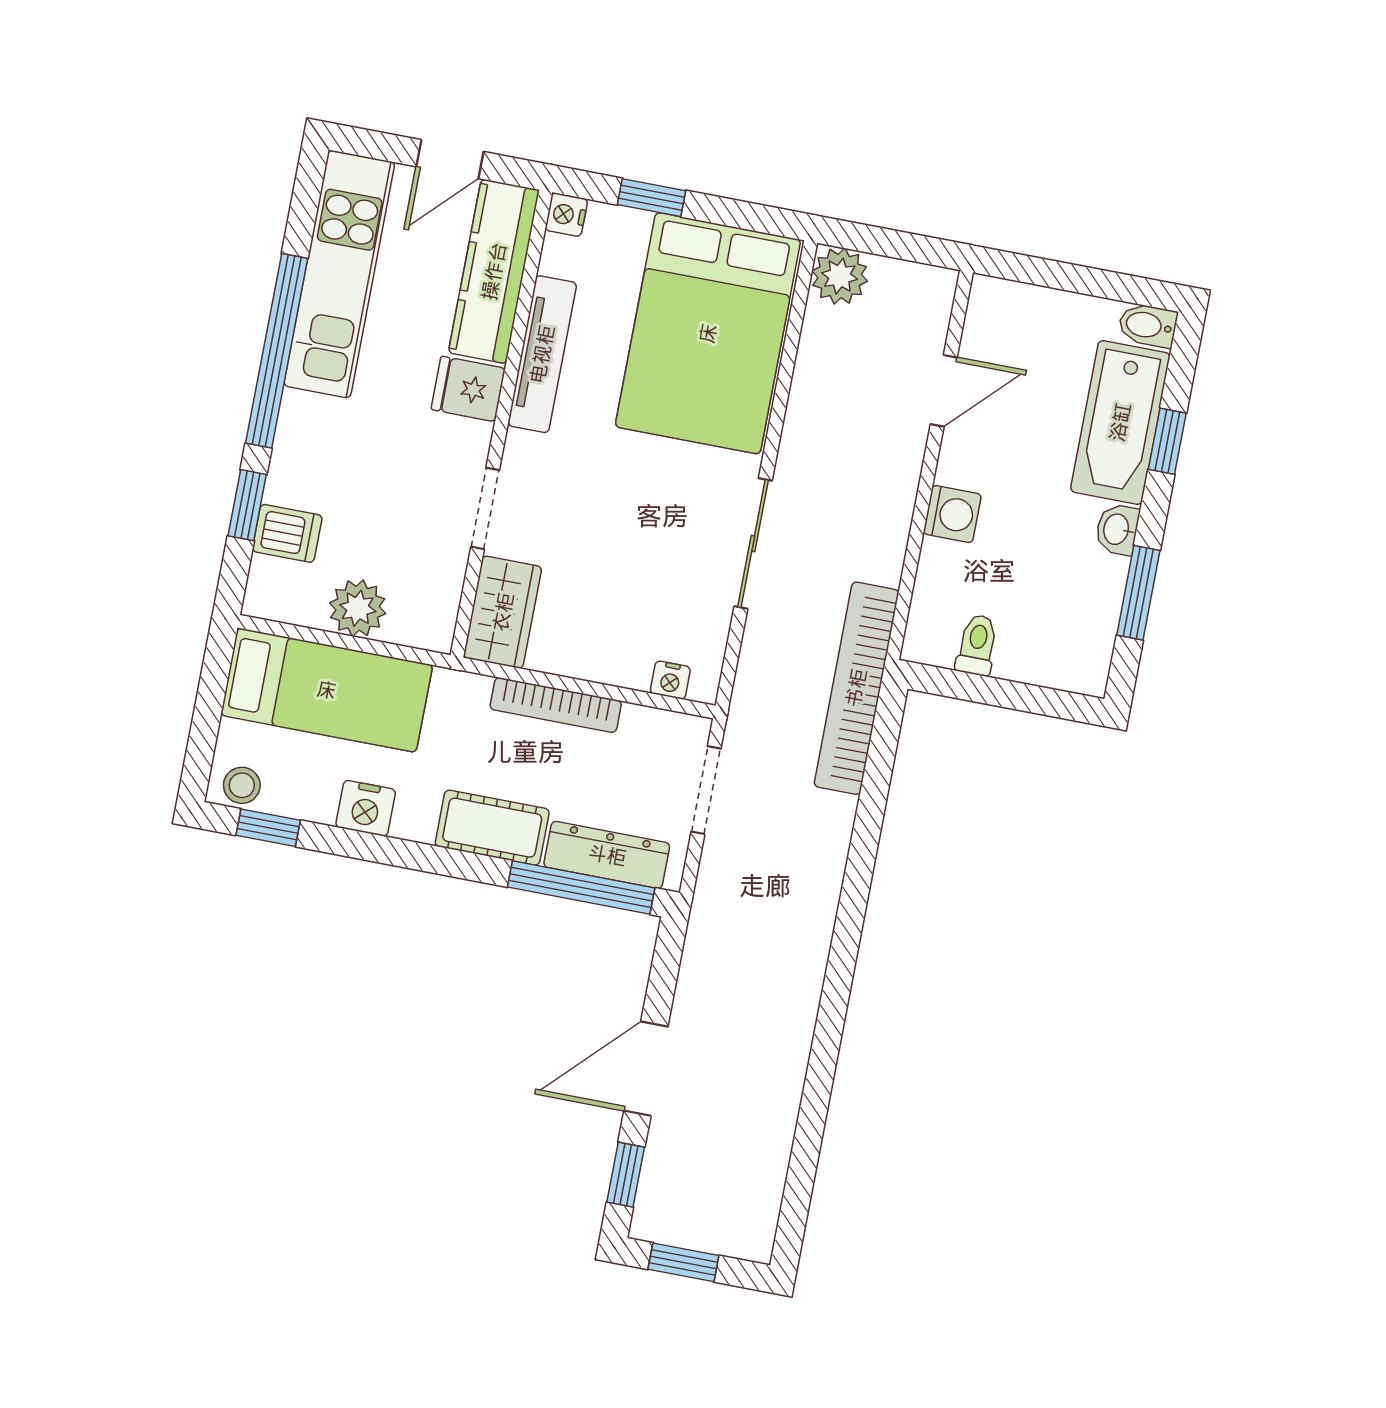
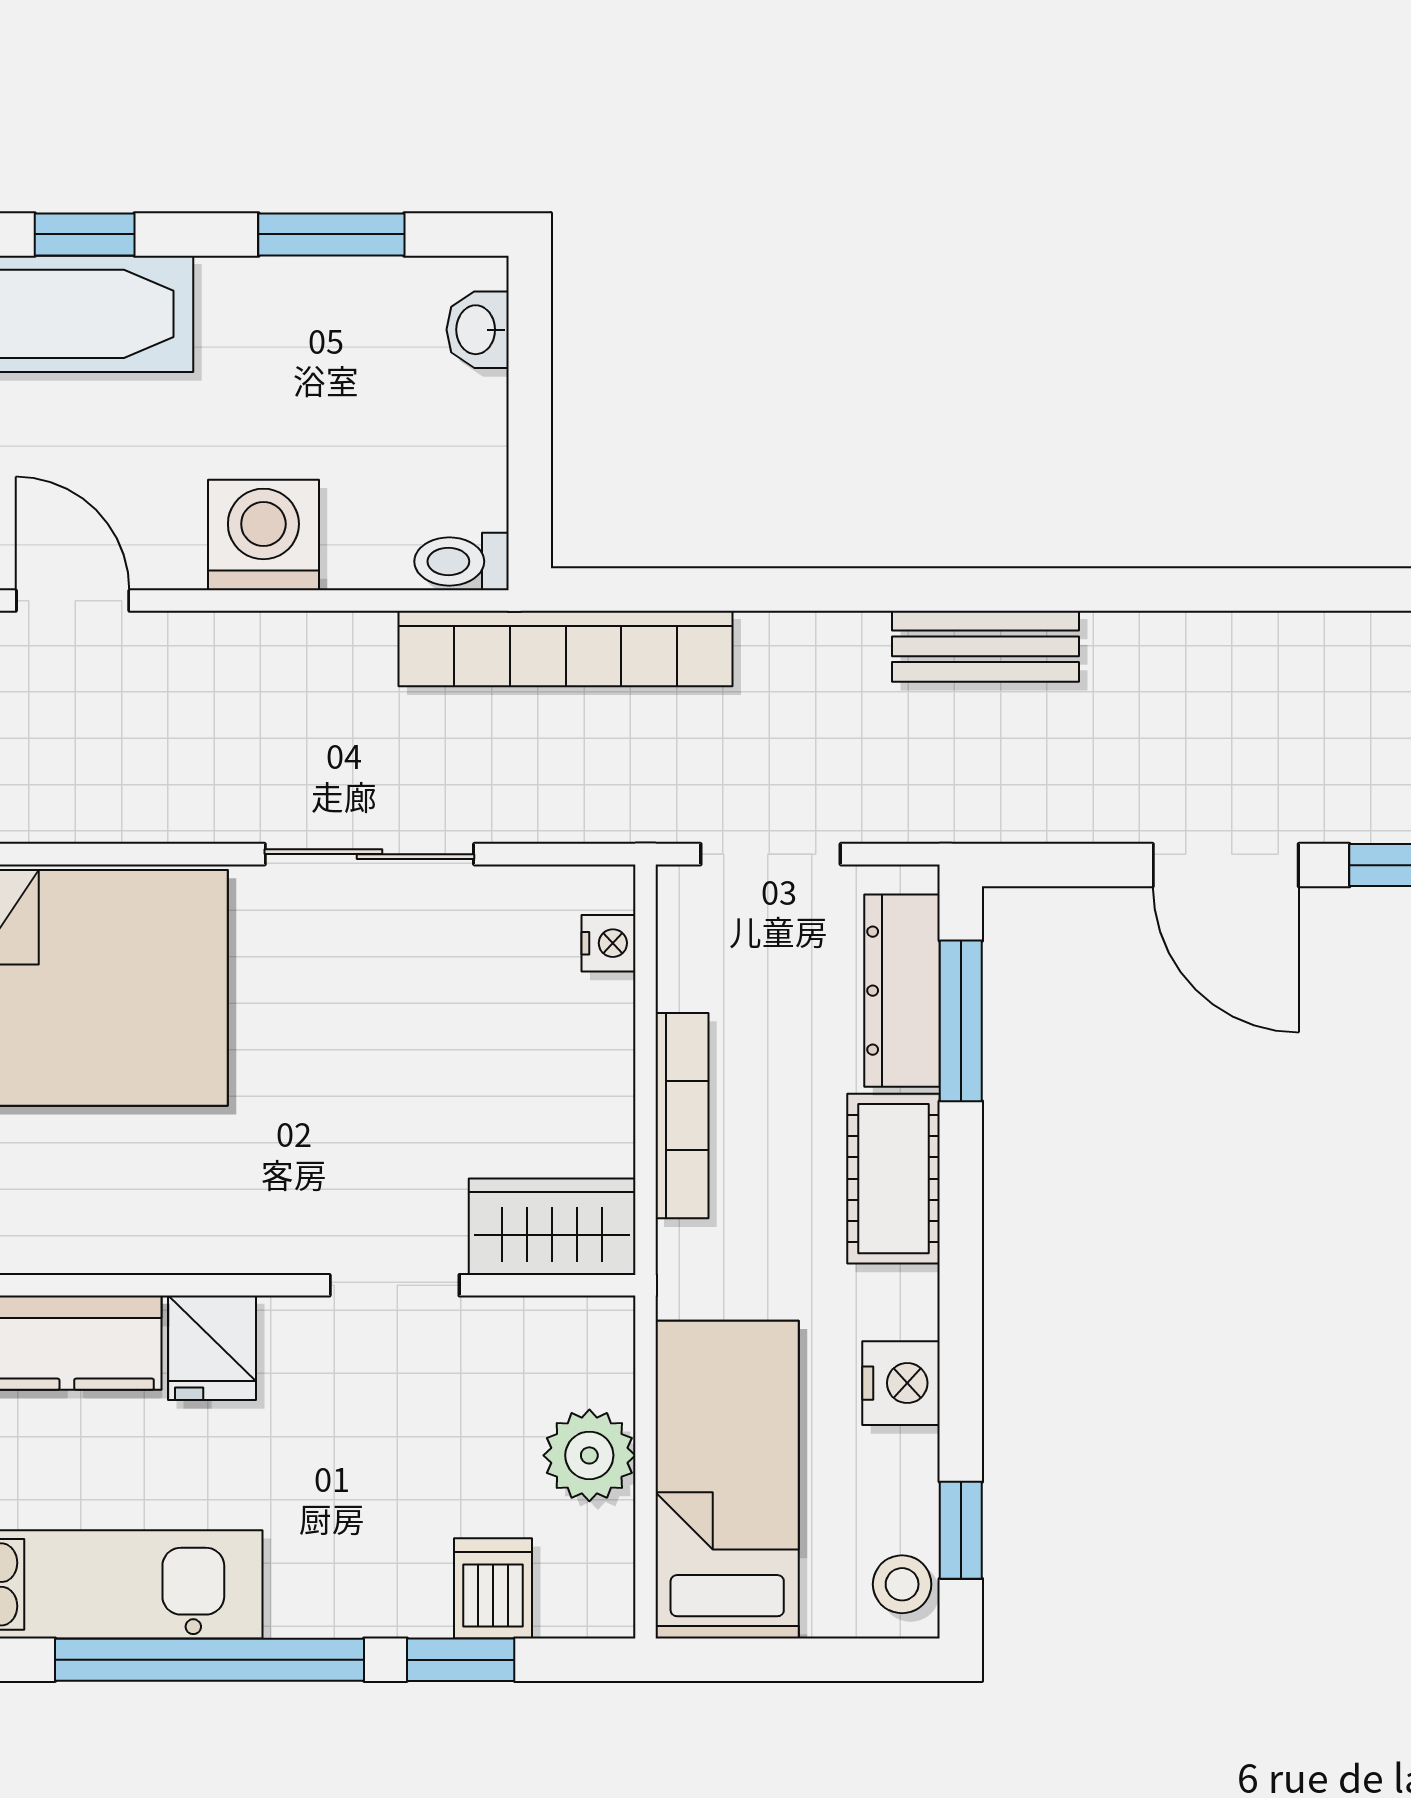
tv unit: (542, 354) -> (135, 1242), removed
washing machine: (952, 514) -> (263, 535), width x1.38, depth x1.38
washbasin: (1117, 529) -> (478, 330), moved, turned 90
toilet: (977, 645) -> (462, 561), moved
window: (581, 887) -> (961, 1021), width x0.69
bench: (809, 947) -> (986, 646), added

